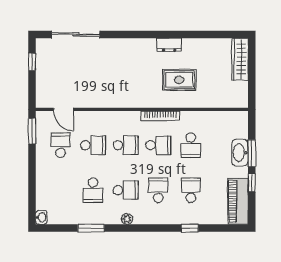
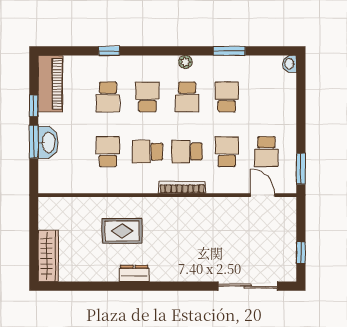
bookcase: (160, 116) -> (182, 187), moved
school desk: (93, 145) -> (227, 152), turned 90
school desk: (126, 190) -> (187, 97), turned -90
school desk: (158, 190) -> (147, 97), turned 180

